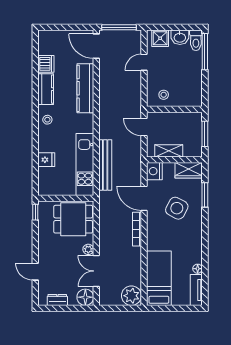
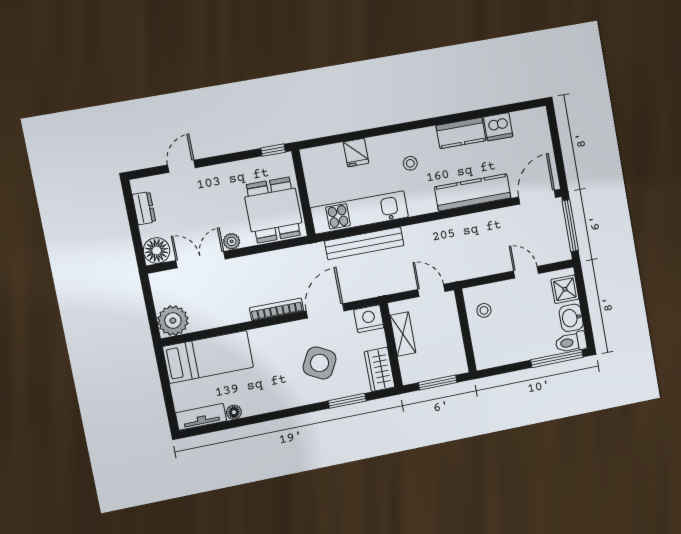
stool: (47, 120) -> (410, 163), moved
door: (144, 127) -> (431, 290), hinge flipped

